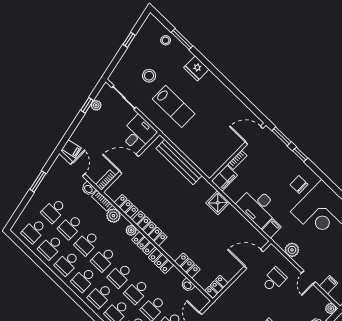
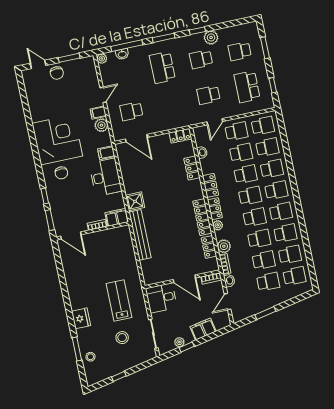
filing cabinet: (71, 149) -> (203, 329), moved, width x2.00
bench: (179, 162) -> (140, 235), moved
filing cabinet: (329, 285) -> (98, 113), moved

